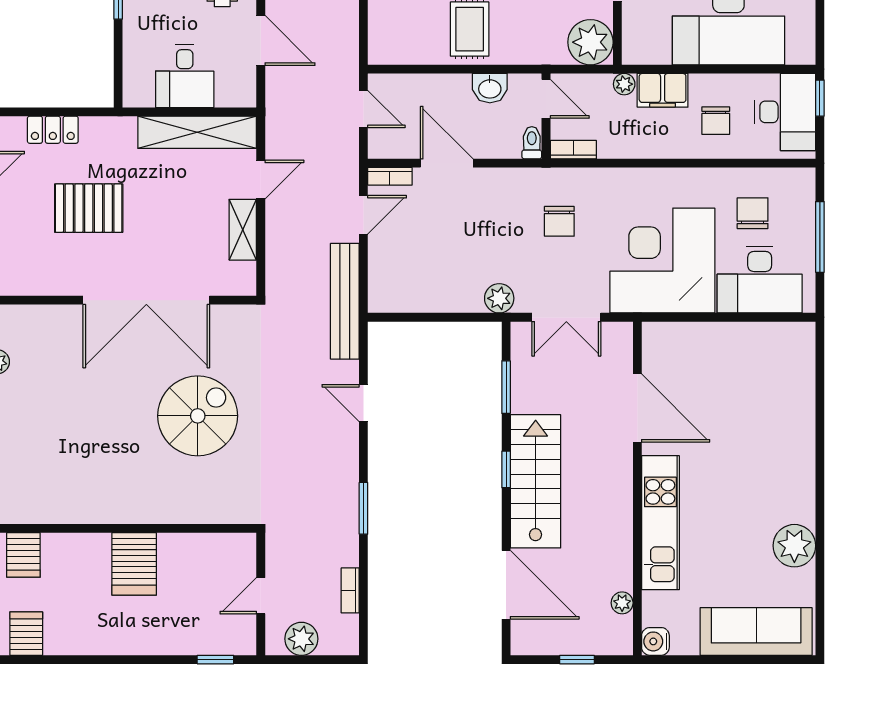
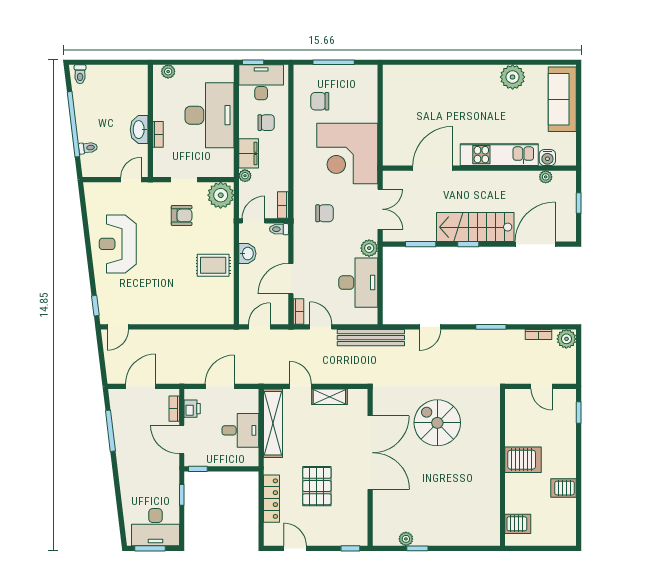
locker: (53, 130) -> (271, 499), width x1.53
desk: (760, 280) -> (358, 283), moved
server rack: (26, 634) -> (563, 488), moved
plant: (301, 639) -> (566, 339), moved
water cooler: (655, 641) -> (547, 158), moved

